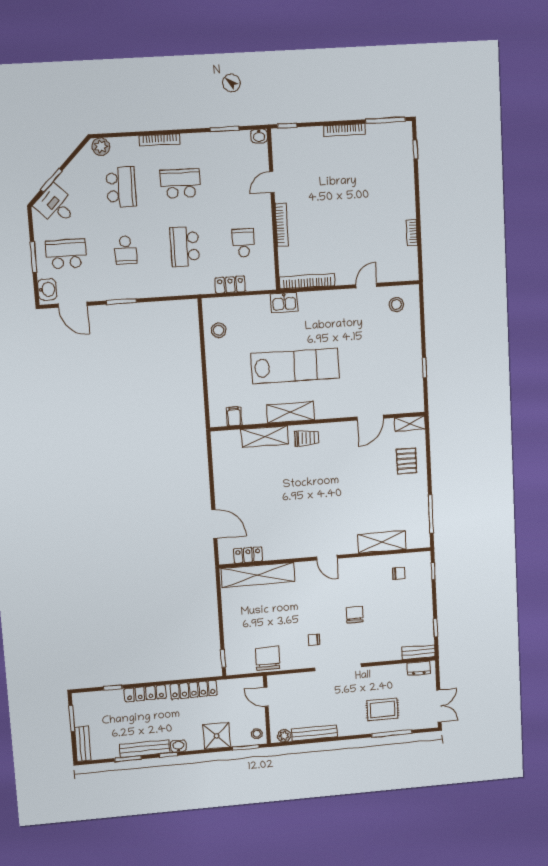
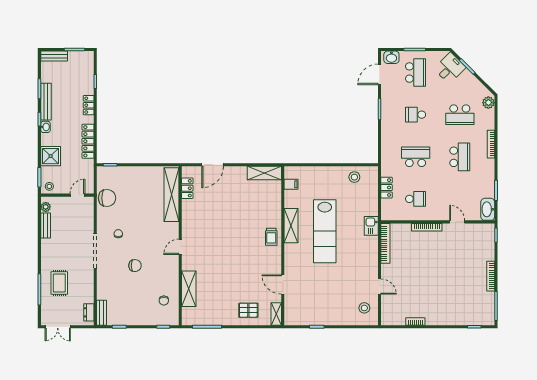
washbasin: (259, 136) -> (488, 209), width x1.91, depth x1.45
shelving: (265, 437) -> (264, 173), moved, turned 90
locker: (145, 693) -> (89, 105), width x0.66
bench: (314, 733) -> (46, 226), width x0.73

